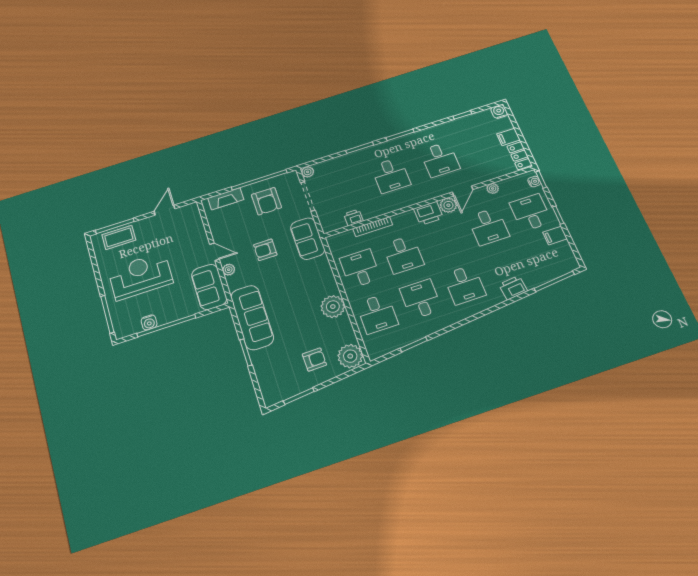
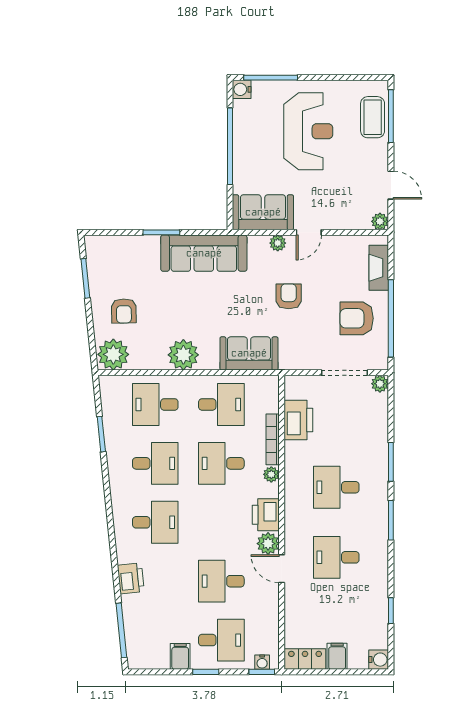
plant: (493, 188) -> (271, 474), moved
plant: (192, 209) -> (380, 221), added
printer: (353, 218) -> (298, 420), width x1.87, depth x1.48
sofa: (308, 239) -> (249, 353), moved
desk: (464, 285) -> (155, 522), turned 180
water cooler: (149, 322) -> (242, 89), moved

